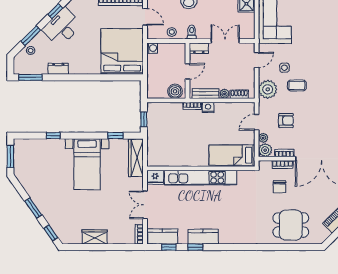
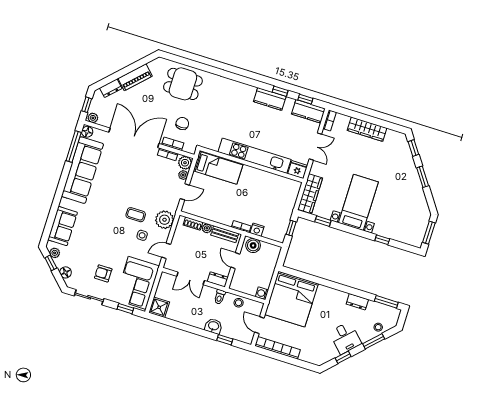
desk: (62, 27) -> (345, 338), width x0.73
door: (188, 71) -> (235, 261), hinge flipped
nightstand: (208, 108) -> (257, 230), moved
armchair: (286, 120) -> (103, 273), moved
wardrobe: (95, 237) -> (367, 129), width x1.50

